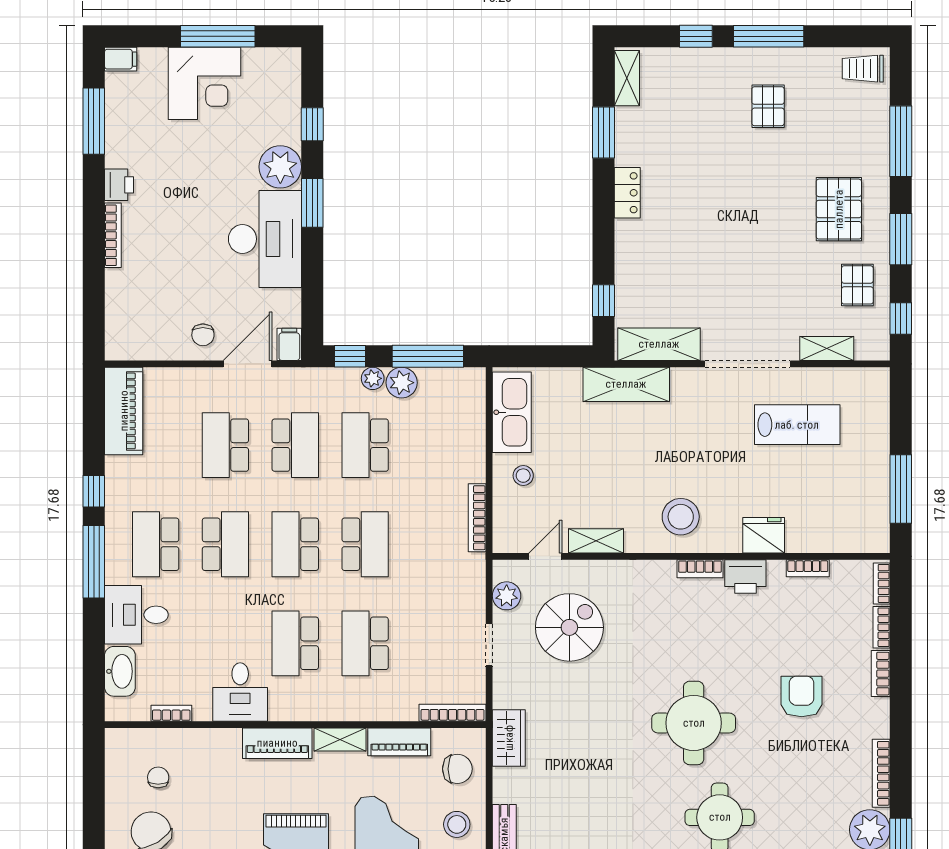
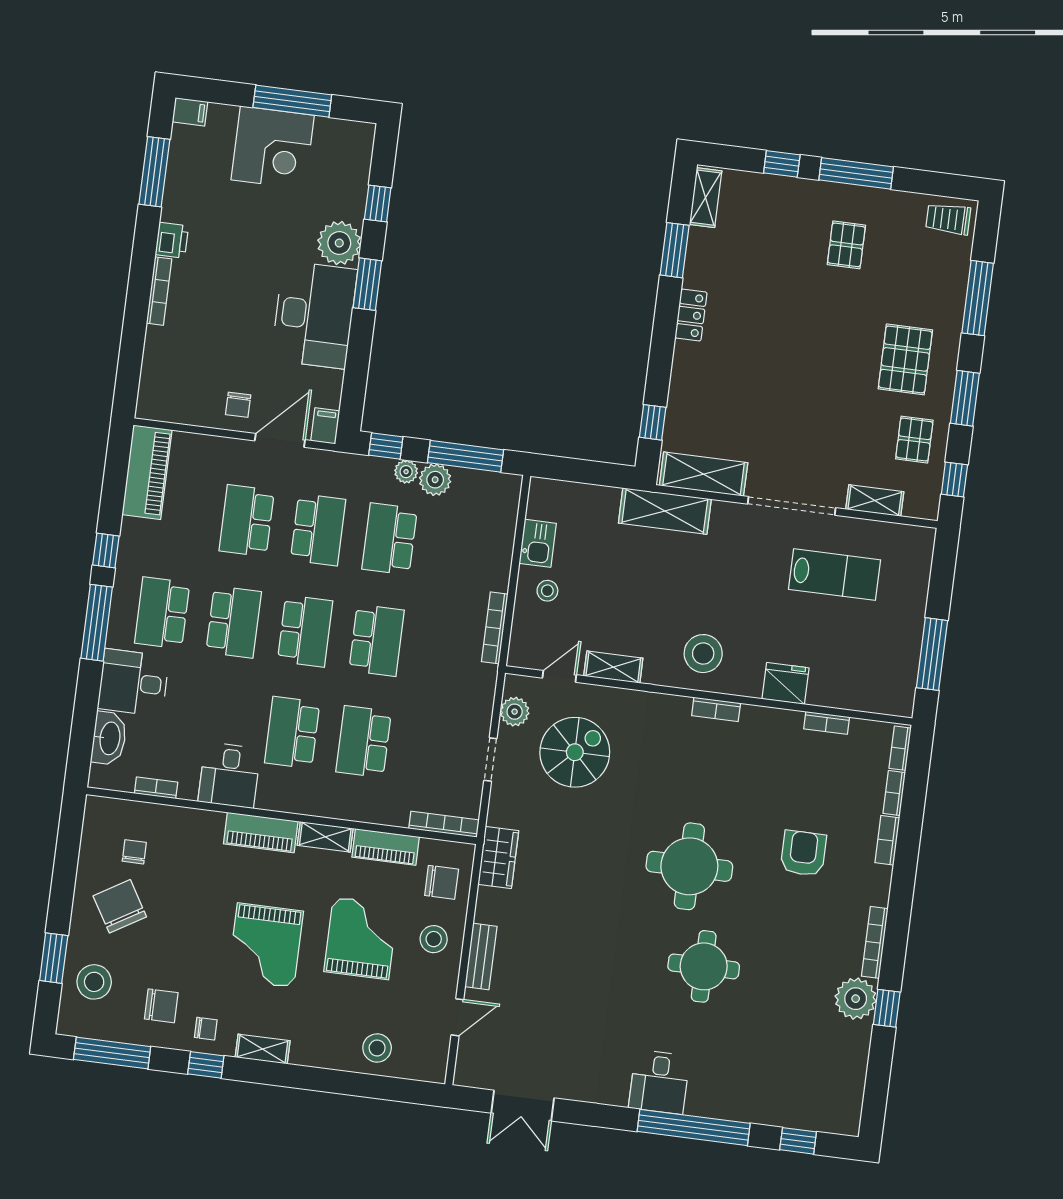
kitchen sink: (512, 412) -> (538, 543), width x0.53, depth x0.81
school desk: (295, 544) -> (305, 631), turned 180
printer: (745, 577) -> (762, 723), removed

